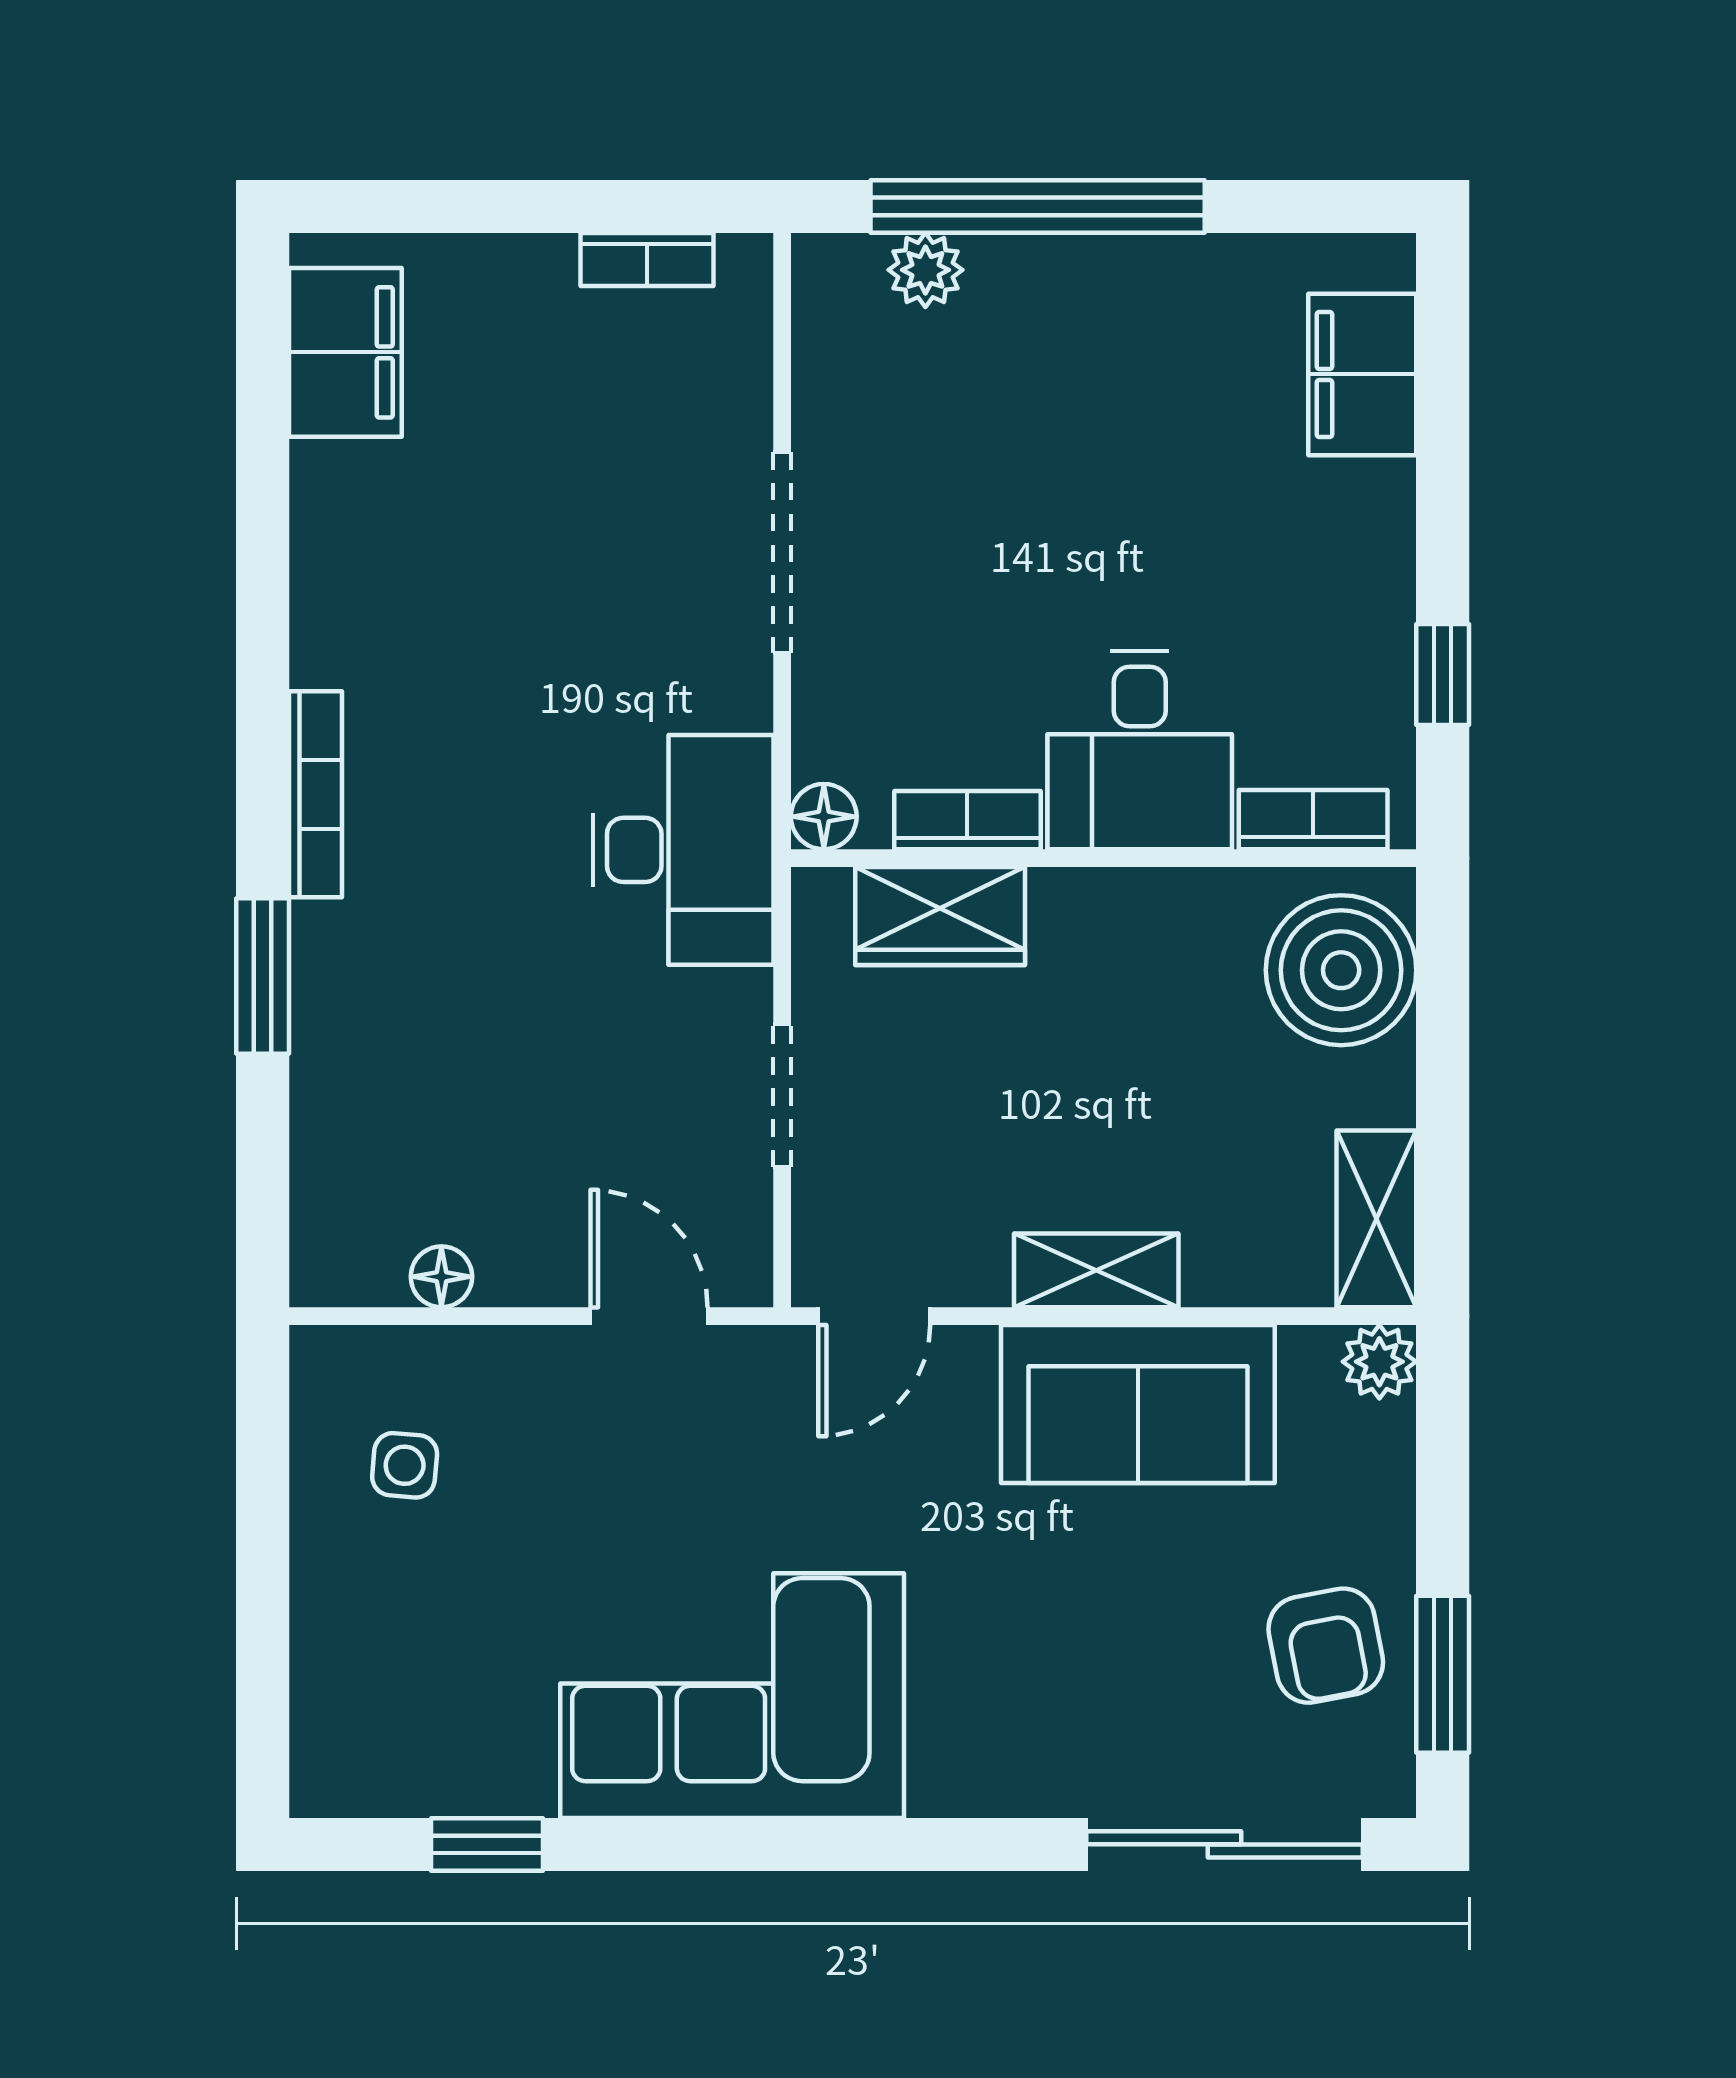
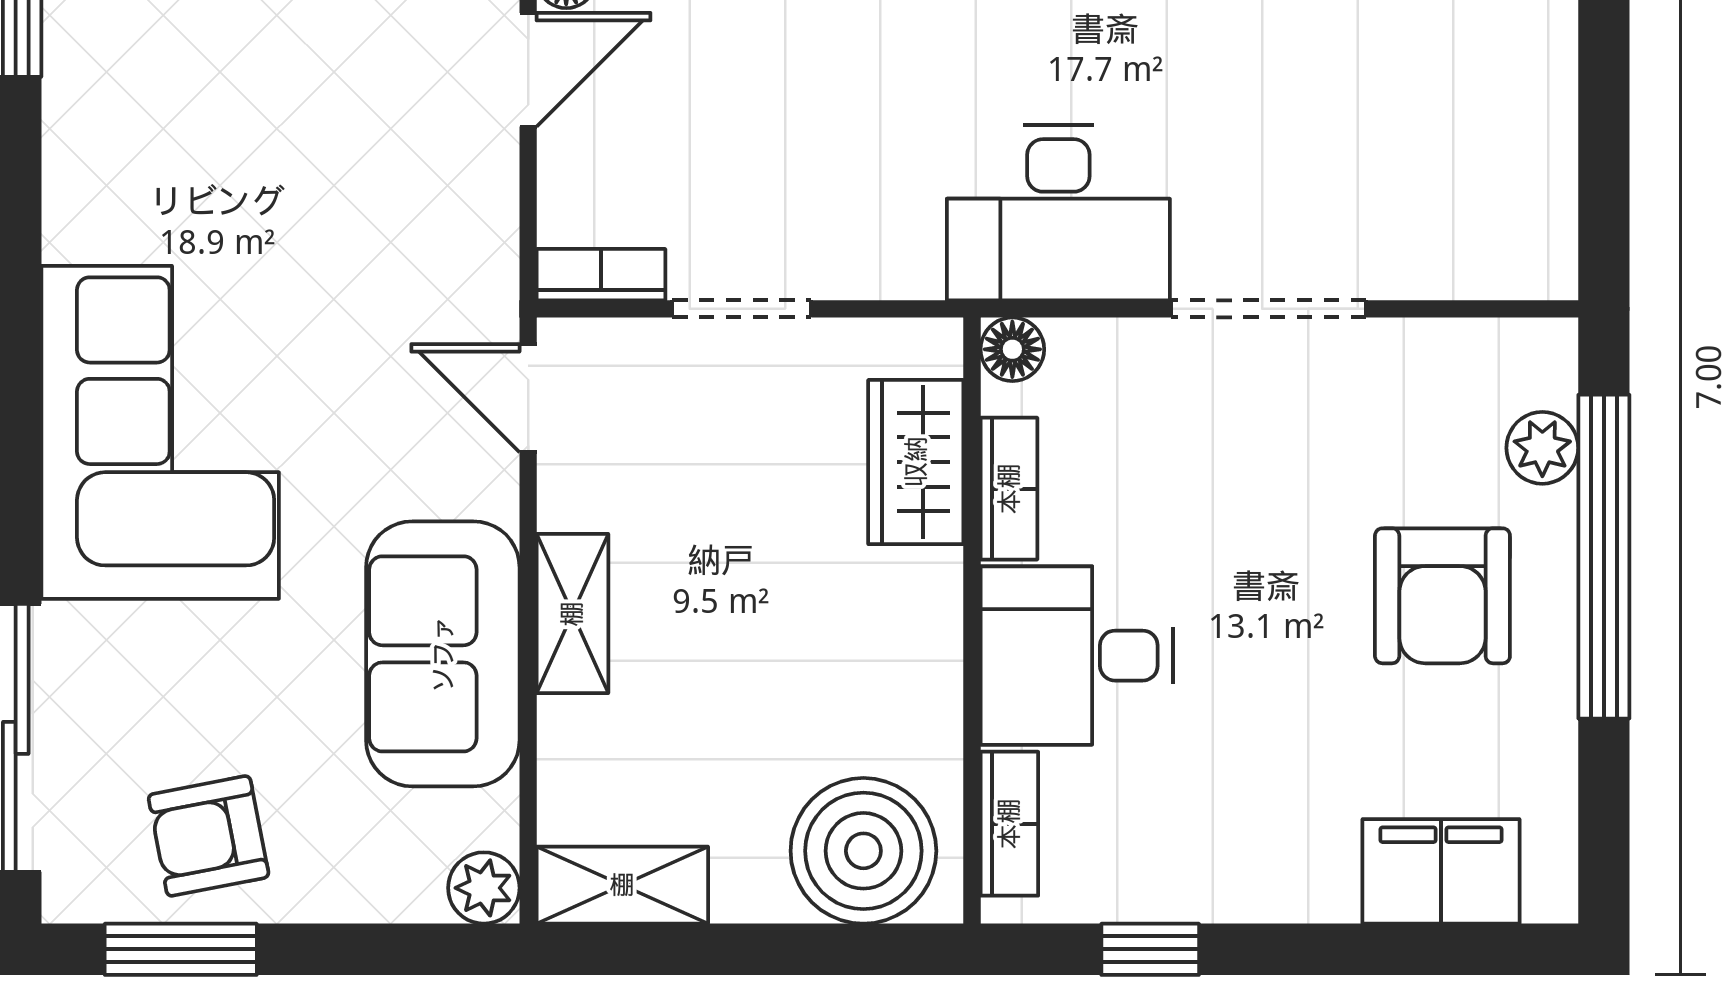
bookcase: (647, 259) -> (601, 275), moved, turned 90
armchair: (1078, 373) -> (1442, 596), added
desk: (683, 850) -> (1058, 213), moved
door: (649, 1316) -> (528, 70), moved
corner sofa: (732, 1696) -> (160, 432), moved

